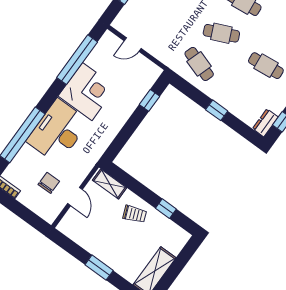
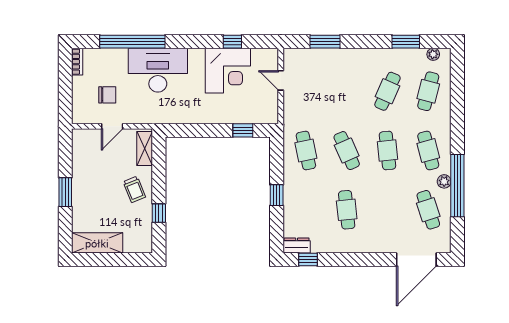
window: (77, 60) -> (232, 42), width x0.32
cafe table: (199, 64) -> (306, 151), turned -30
corner desk: (87, 92) -> (228, 71), moved

